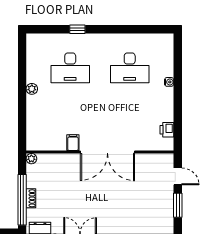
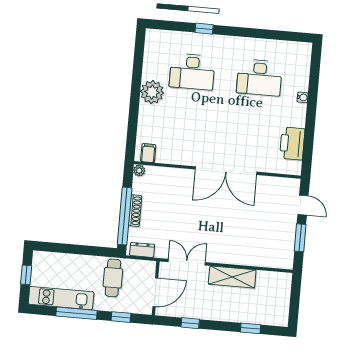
plant: (32, 89) -> (152, 92), width x1.88, depth x1.88
printer: (167, 130) -> (292, 144), width x1.87, depth x1.48
filing cabinet: (73, 143) -> (148, 153), moved
shoe rack: (31, 198) -> (135, 211), width x1.43

